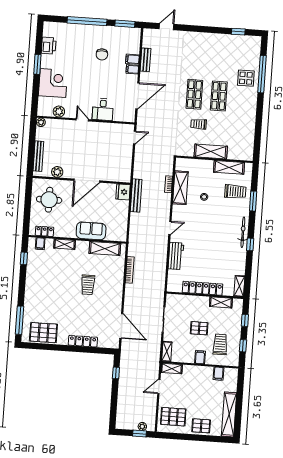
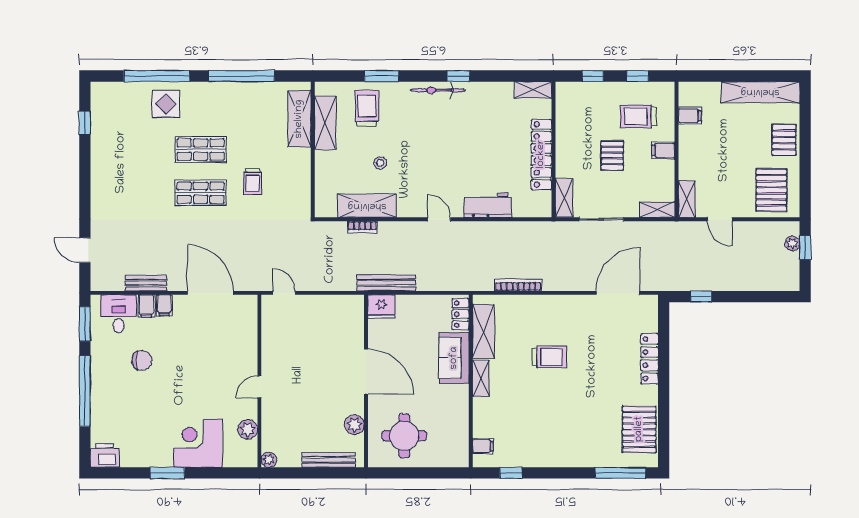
printer: (49, 46) -> (105, 455), moved
desk: (103, 109) -> (119, 314), moved, turned -90
window: (259, 122) -> (242, 76), added
shelving: (211, 152) -> (299, 119), moved
locker: (45, 231) -> (461, 314), moved
shelving: (65, 244) -> (481, 379), moved
shelving: (221, 302) -> (564, 198), moved

